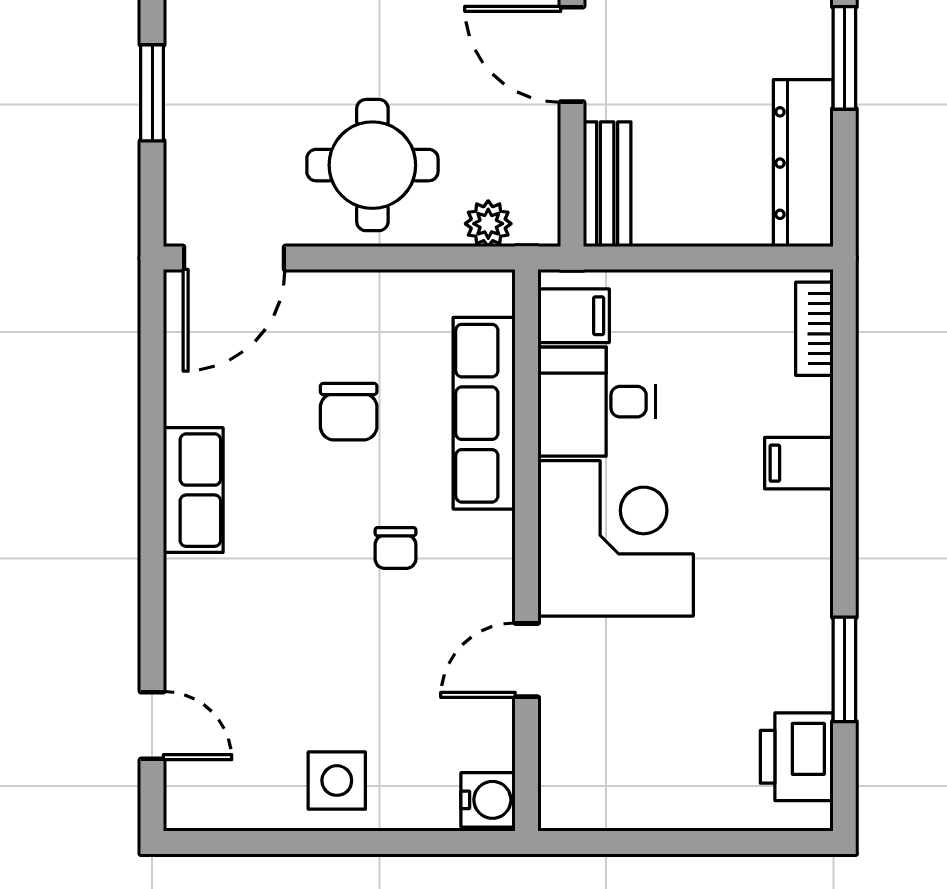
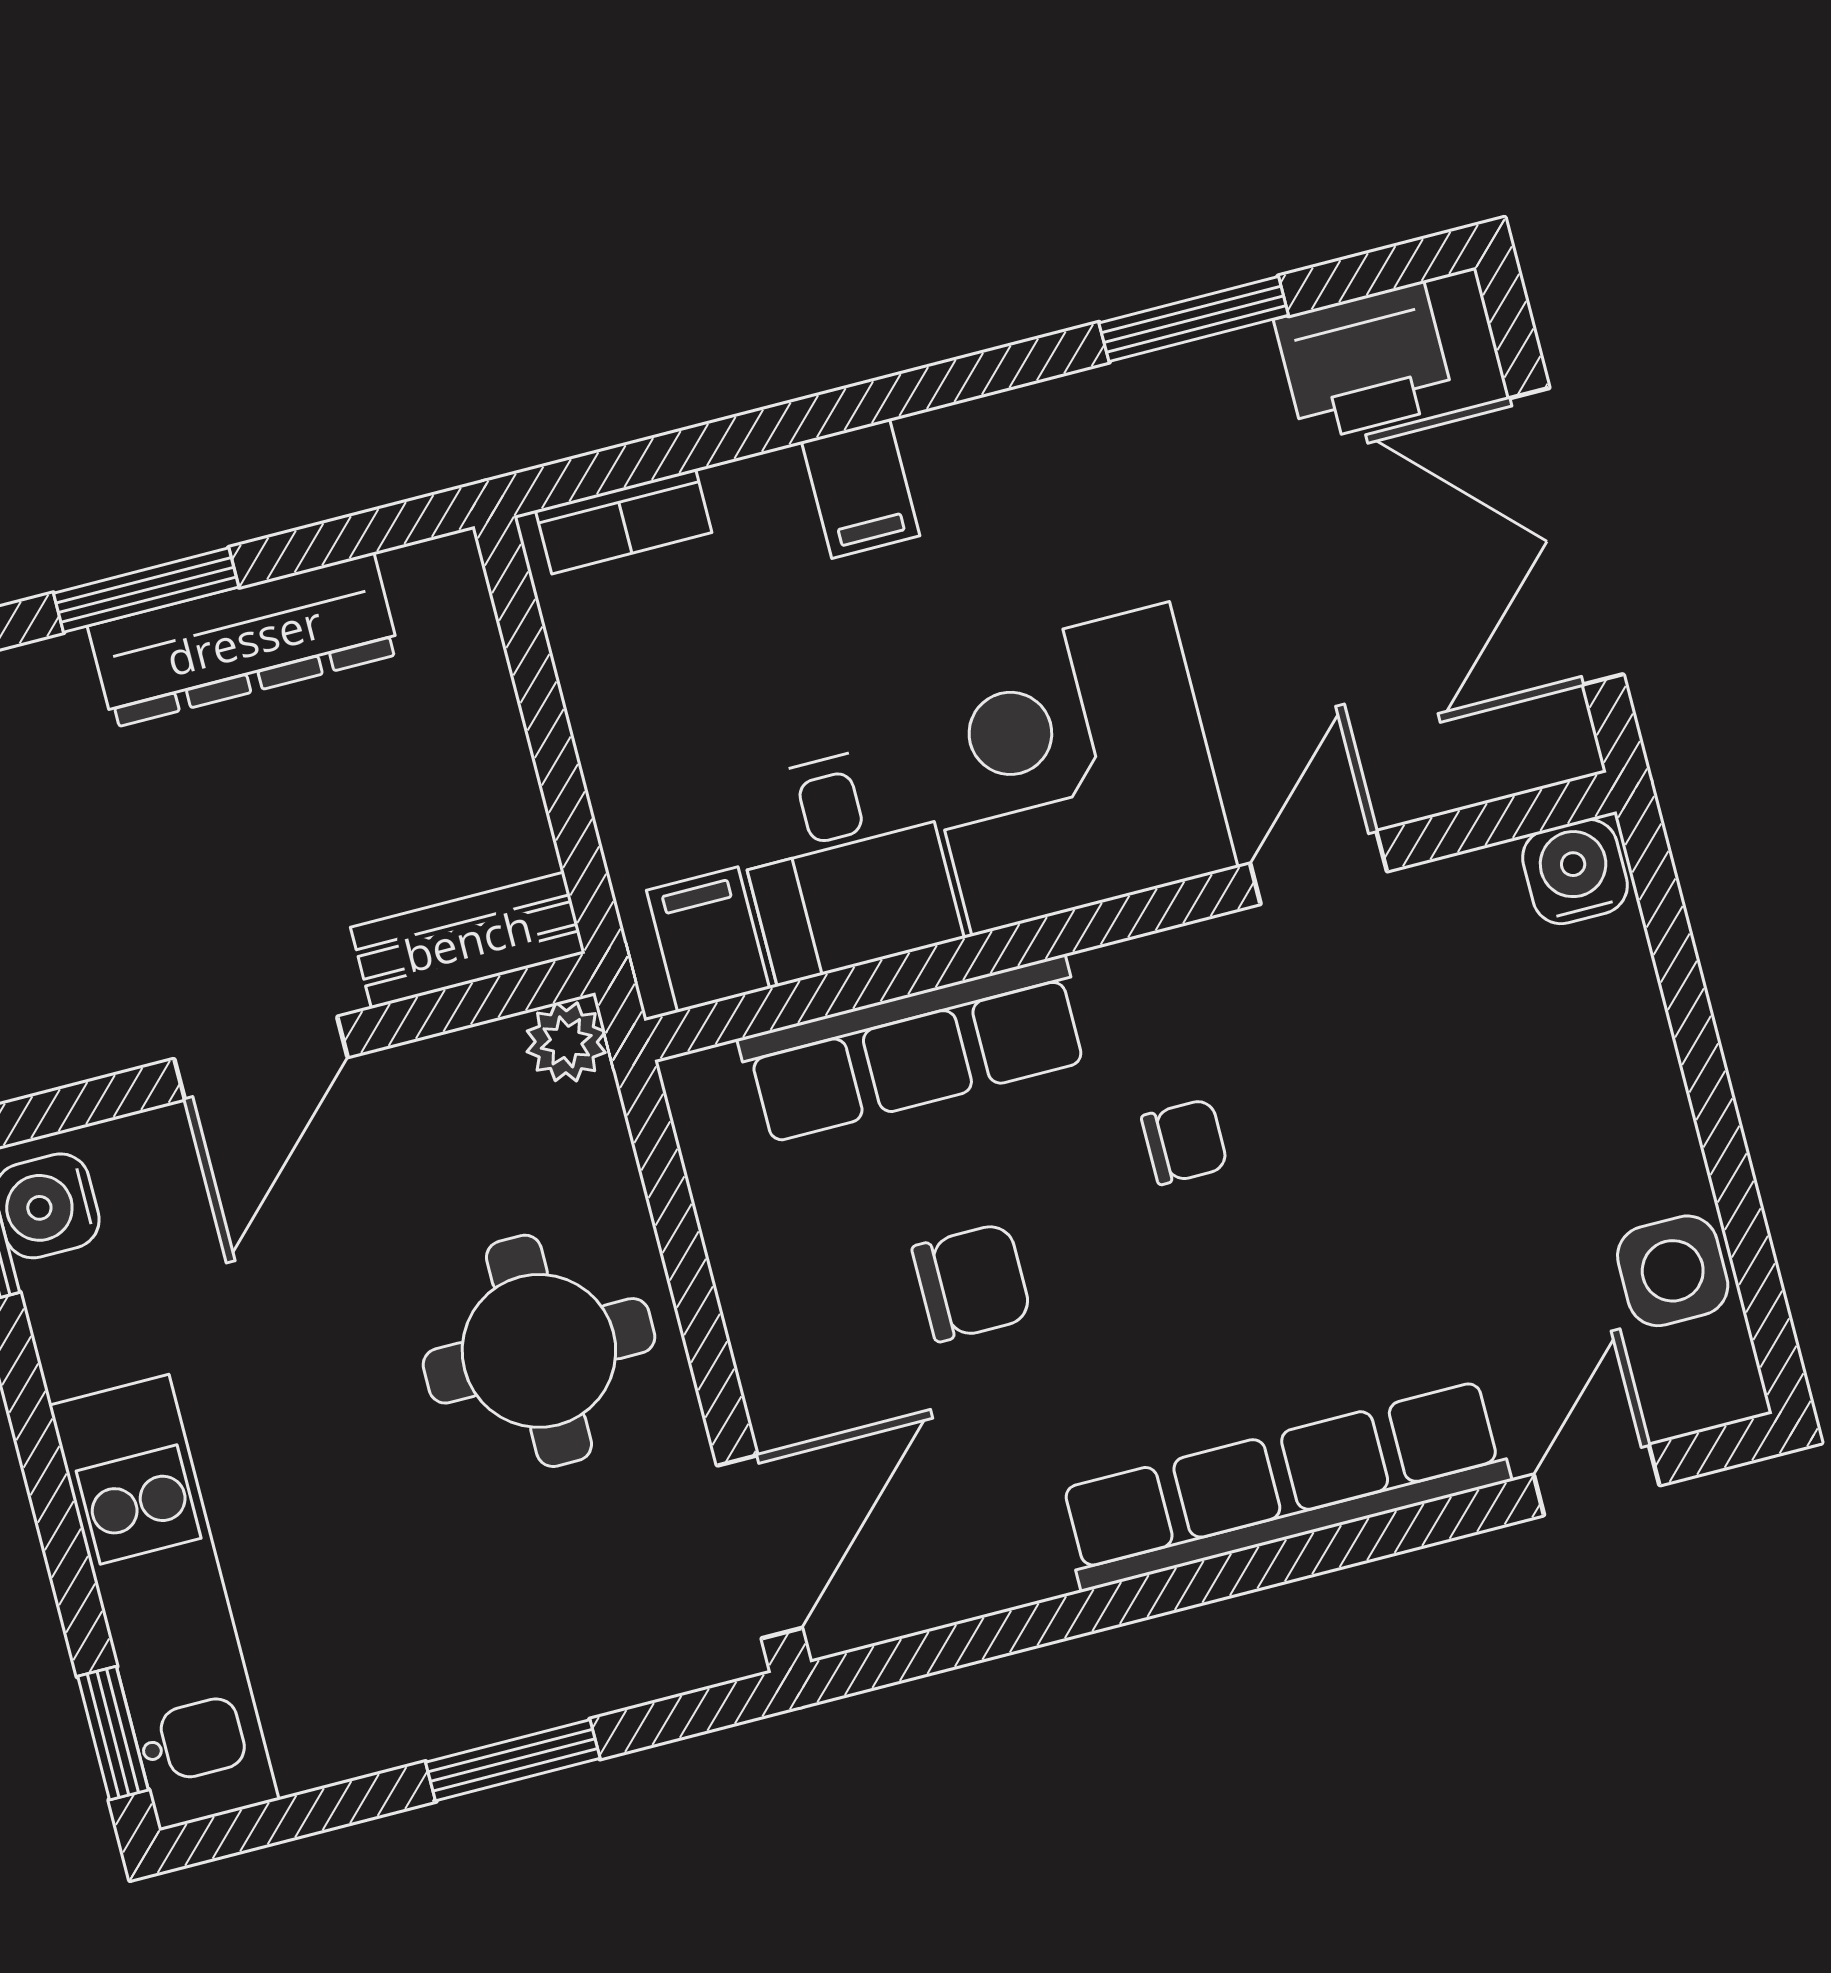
dresser: (803, 163) -> (244, 640), moved
plant: (488, 224) -> (566, 1042), moved
door: (234, 258) -> (759, 1547), hinge flipped
row of seats: (193, 490) -> (1284, 1486), width x2.02
door: (527, 660) -> (1319, 867), swing flipped
side table: (337, 781) -> (1673, 1271), moved
double door: (673, 843) -> (1566, 536), added

